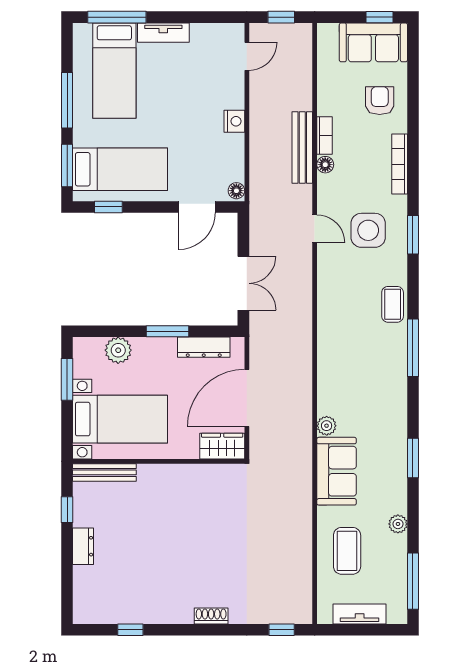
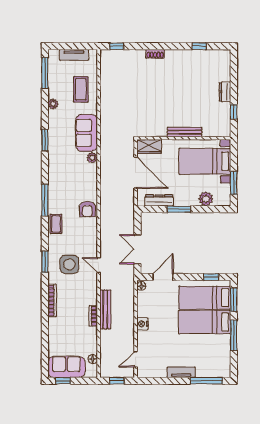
bed: (114, 71) -> (205, 322), moved, turned -90
armchair: (380, 101) -> (87, 209), moved
floor lamp: (325, 165) -> (93, 359), moved
double door: (243, 283) -> (137, 249), moved
door: (247, 398) -> (136, 173), hinge flipped
bench: (104, 472) -> (185, 132), moved

